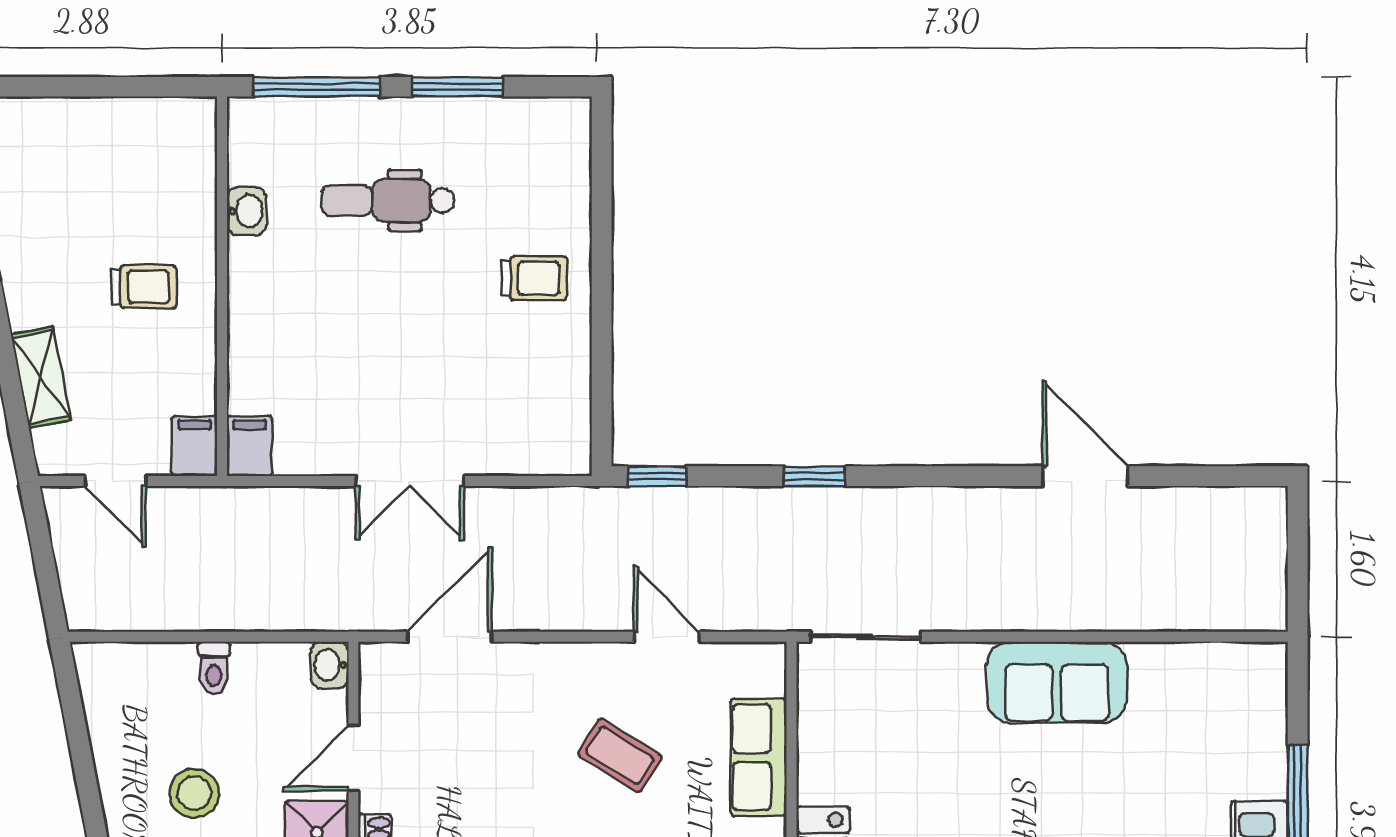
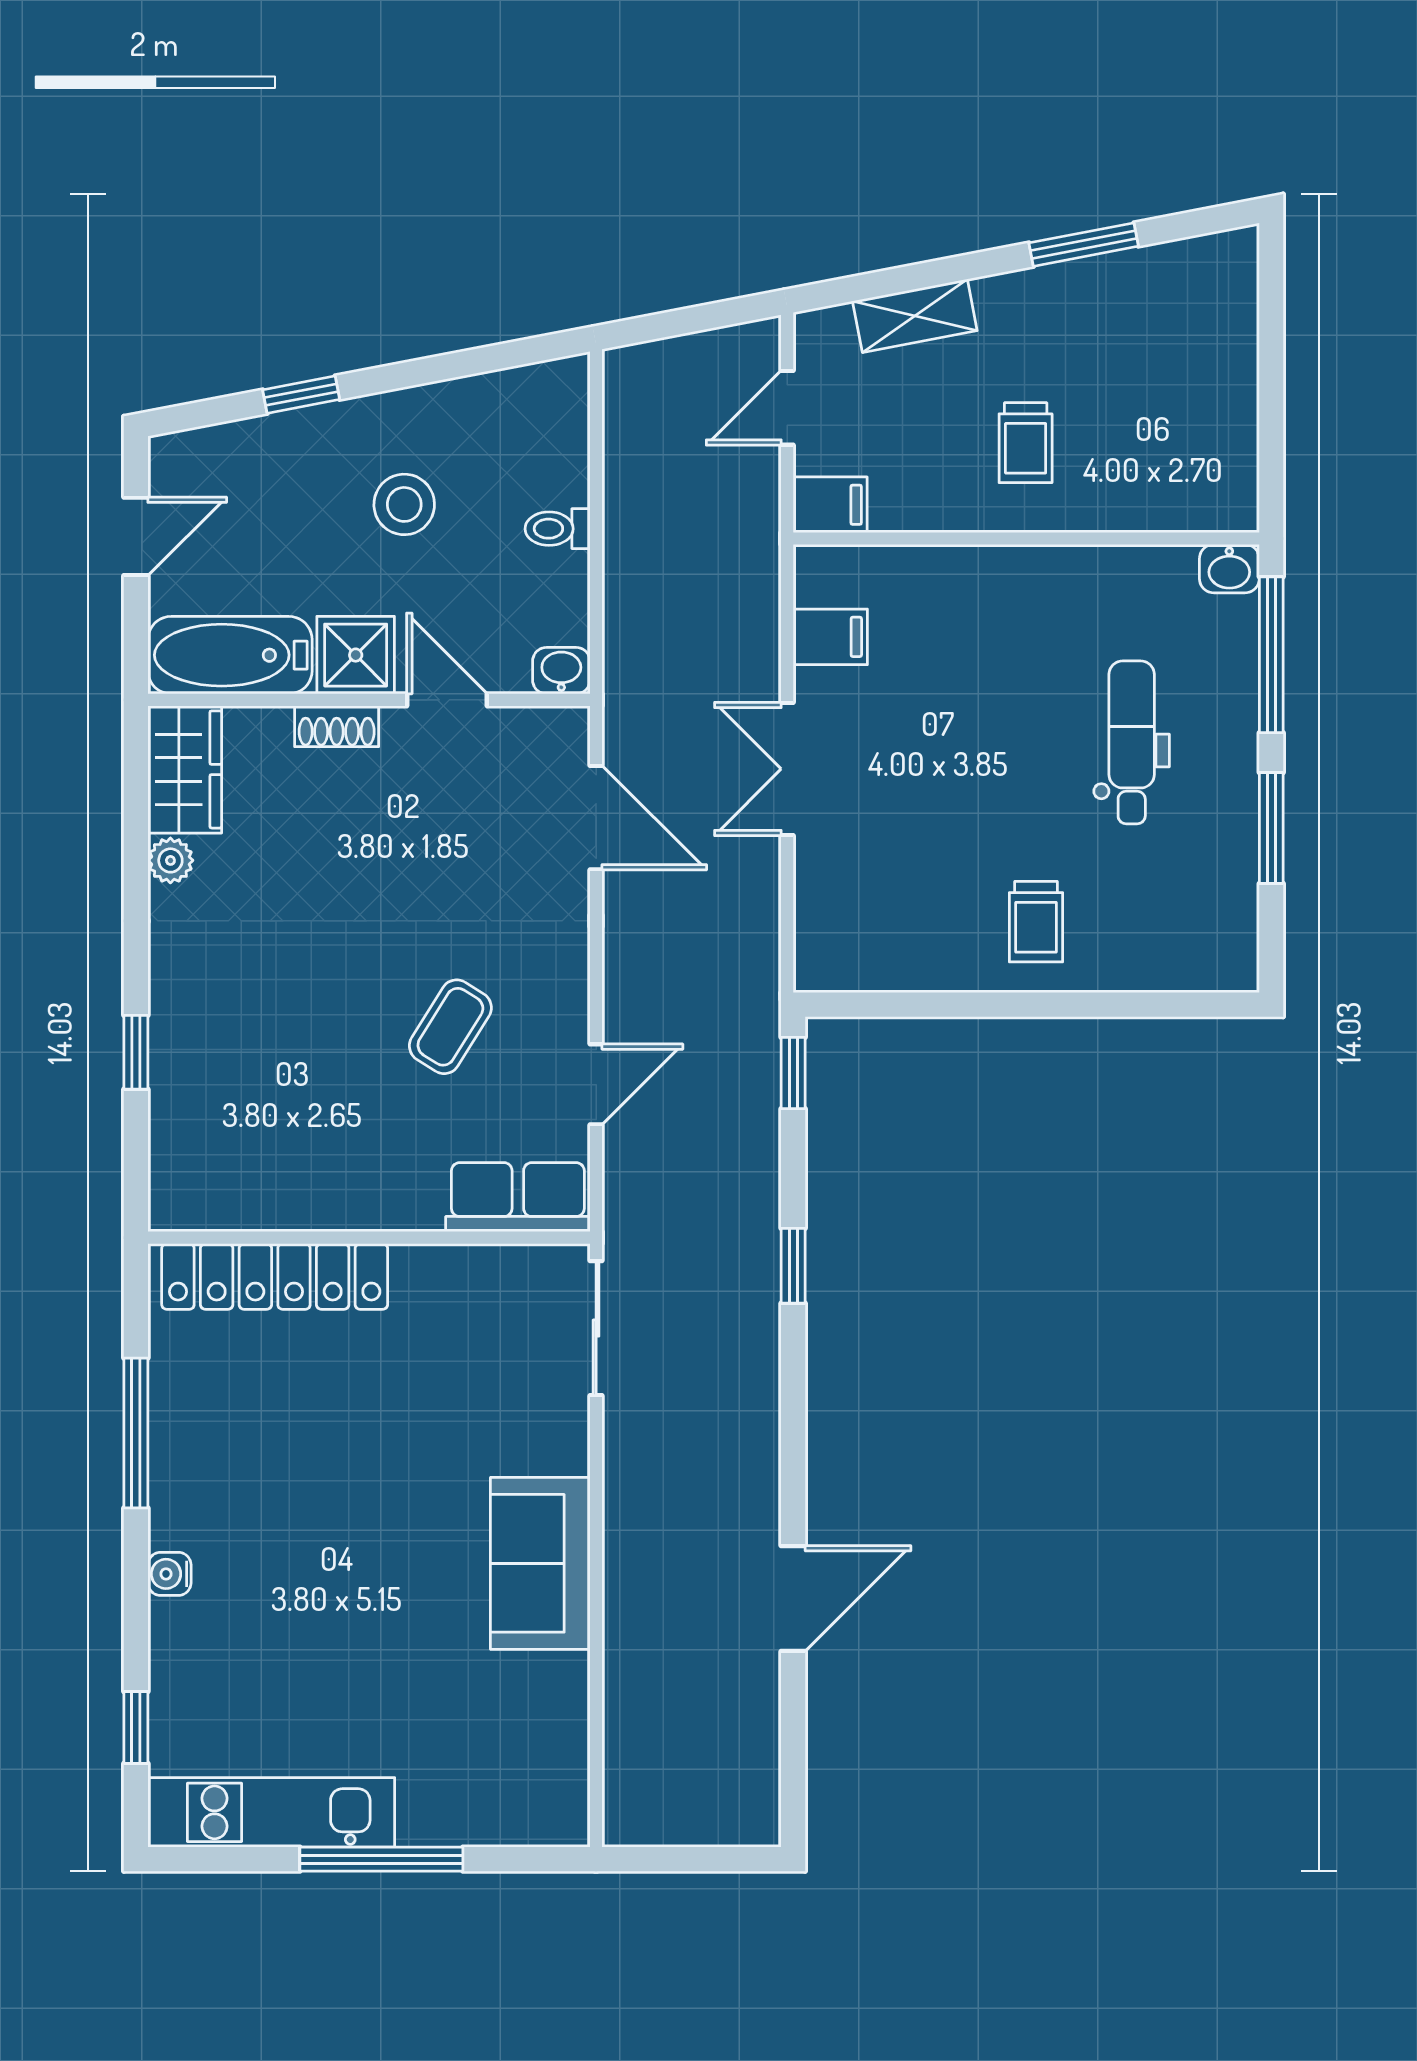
washbasin: (247, 211) -> (1229, 569), moved
filing cabinet: (249, 446) -> (830, 637), moved
row of seats: (758, 757) -> (518, 1197), moved

